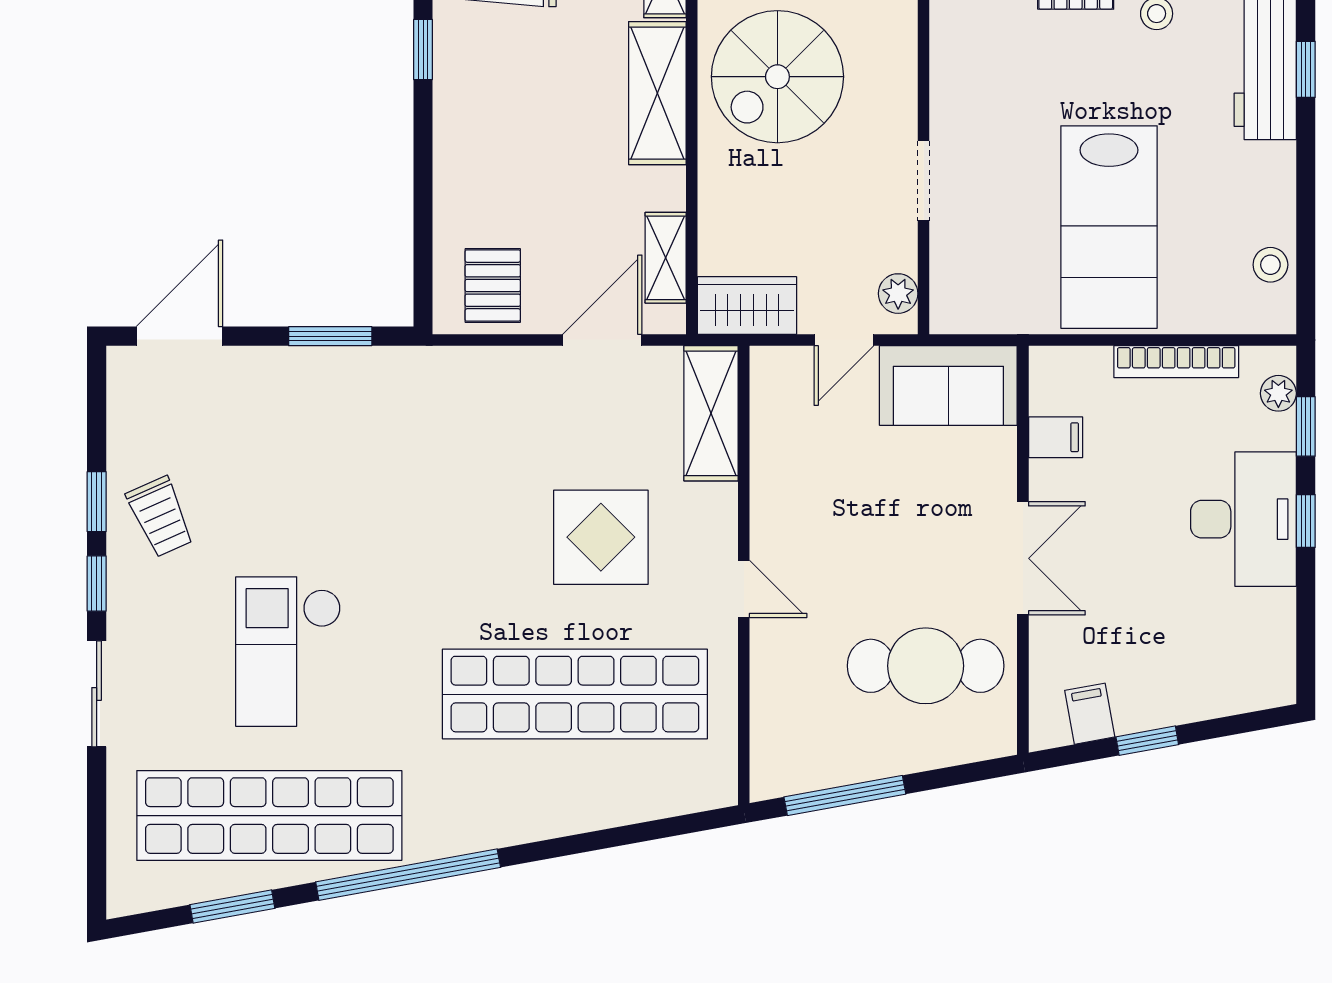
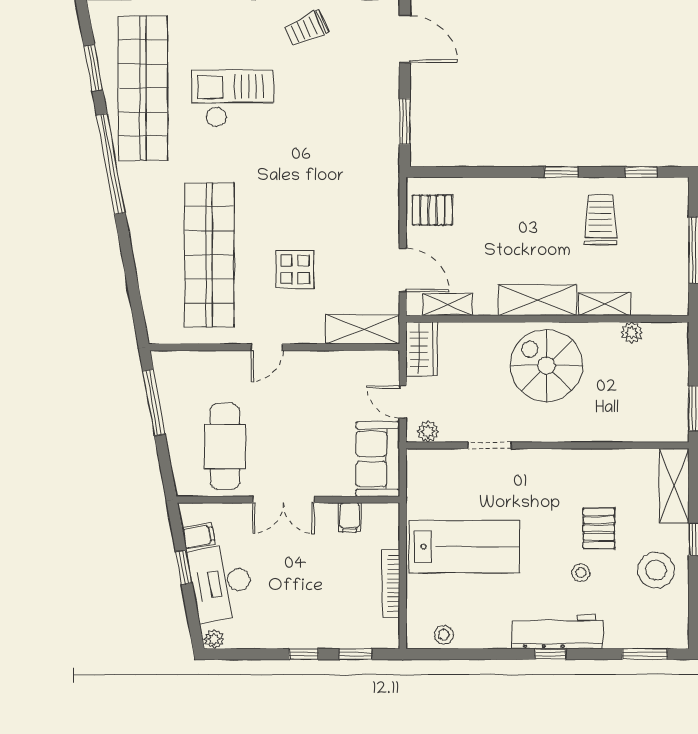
lab bench: (1109, 227) -> (464, 547), turned 180
plant: (1278, 393) -> (214, 639), moved
desk: (1243, 519) -> (221, 583), moved, turned 80
display table: (601, 537) -> (295, 269), width x0.73, depth x0.73

